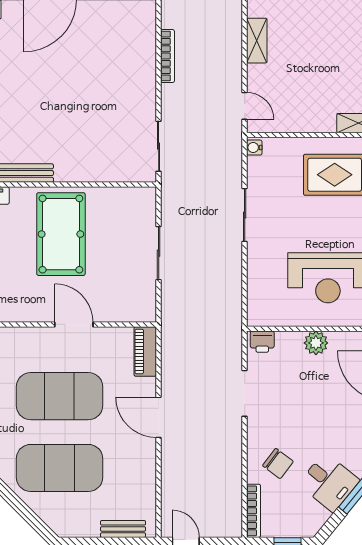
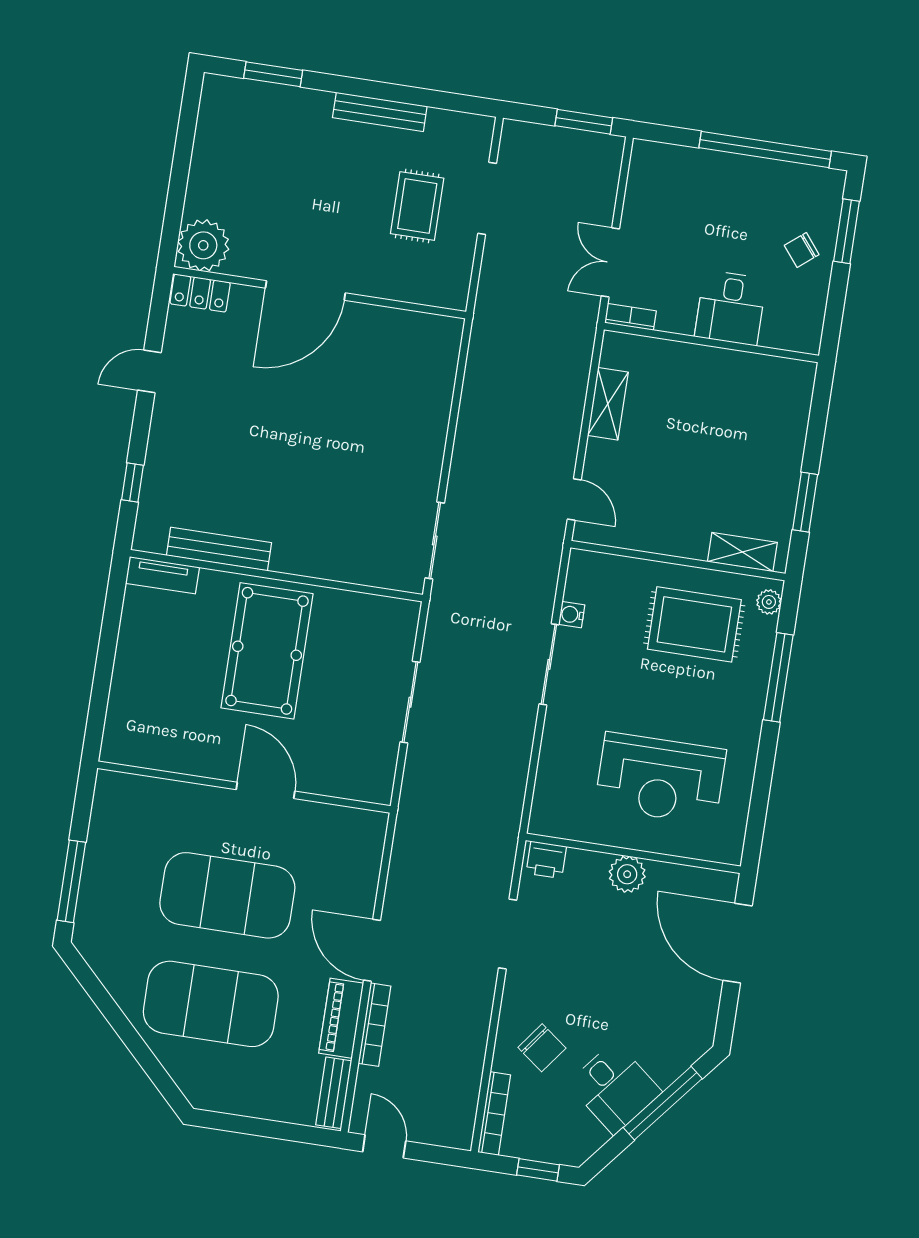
bookcase: (167, 56) -> (375, 1025), moved
water cooler: (254, 148) -> (572, 615), moved
piano: (145, 351) -> (341, 1018), moved
bench: (123, 529) -> (334, 1093), moved, turned 90

